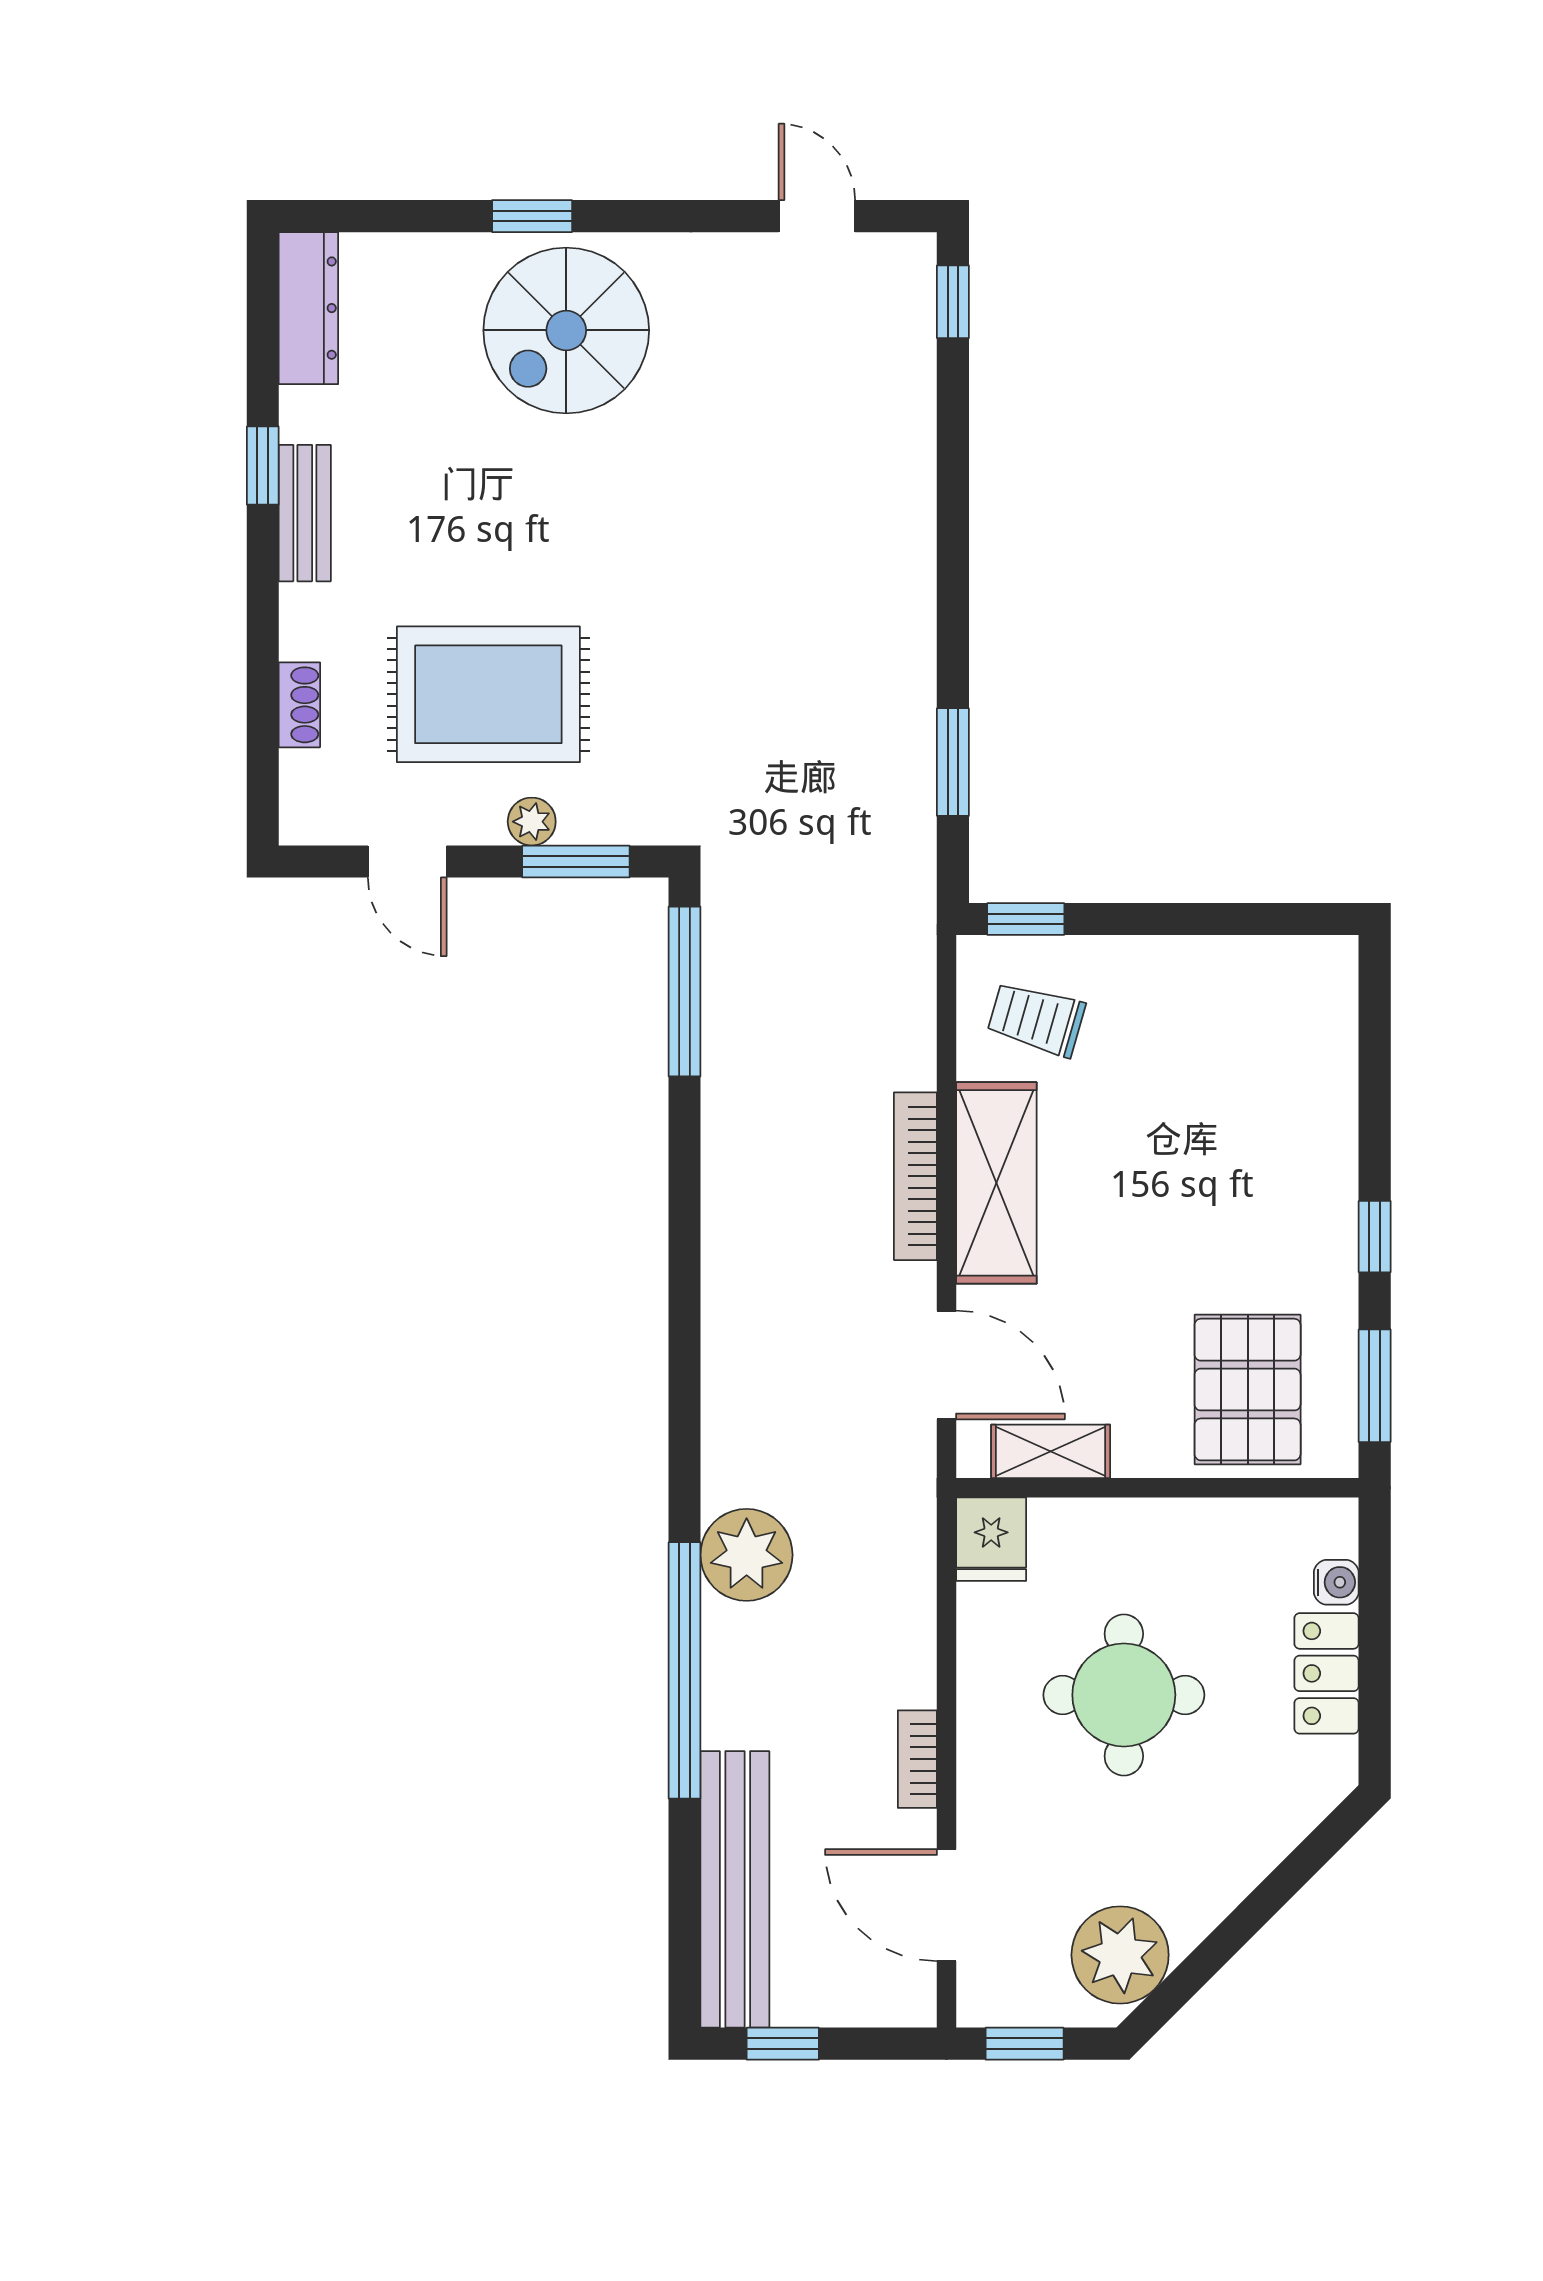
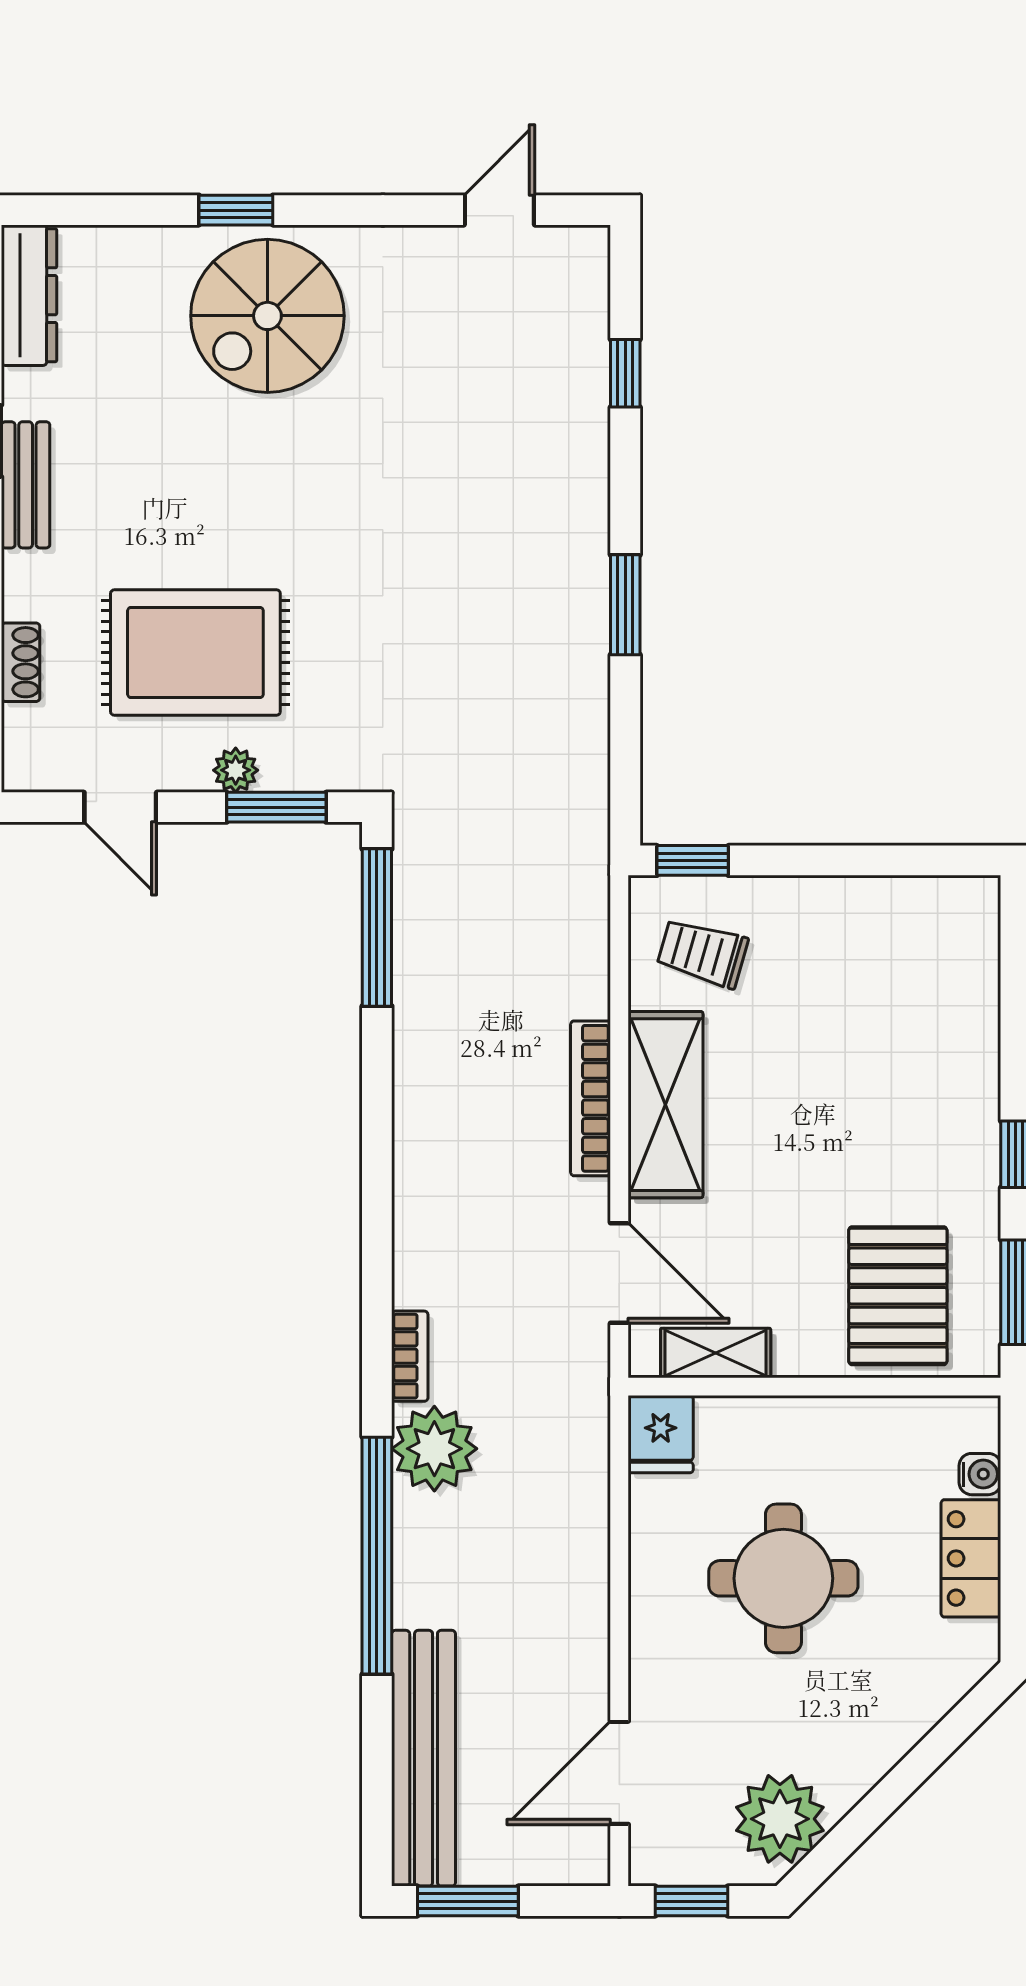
door: (817, 216) -> (499, 210), hinge flipped
window: (953, 302) -> (625, 373), moved
window: (953, 762) -> (625, 605), moved
bookcase: (917, 1759) -> (410, 1356), moved, turned 180
door: (947, 1905) -> (619, 1773), hinge flipped
window: (783, 2044) -> (468, 1901), width x1.50

